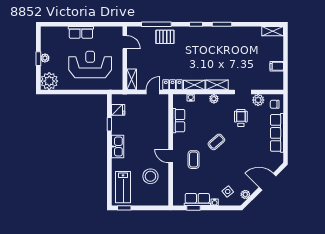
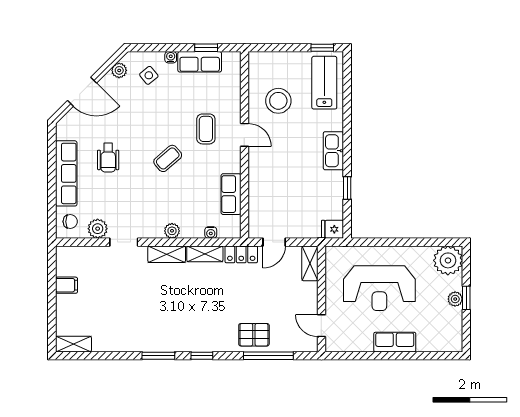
fridge: (118, 110) -> (333, 229), moved
wheelchair: (241, 118) -> (108, 158), moved

